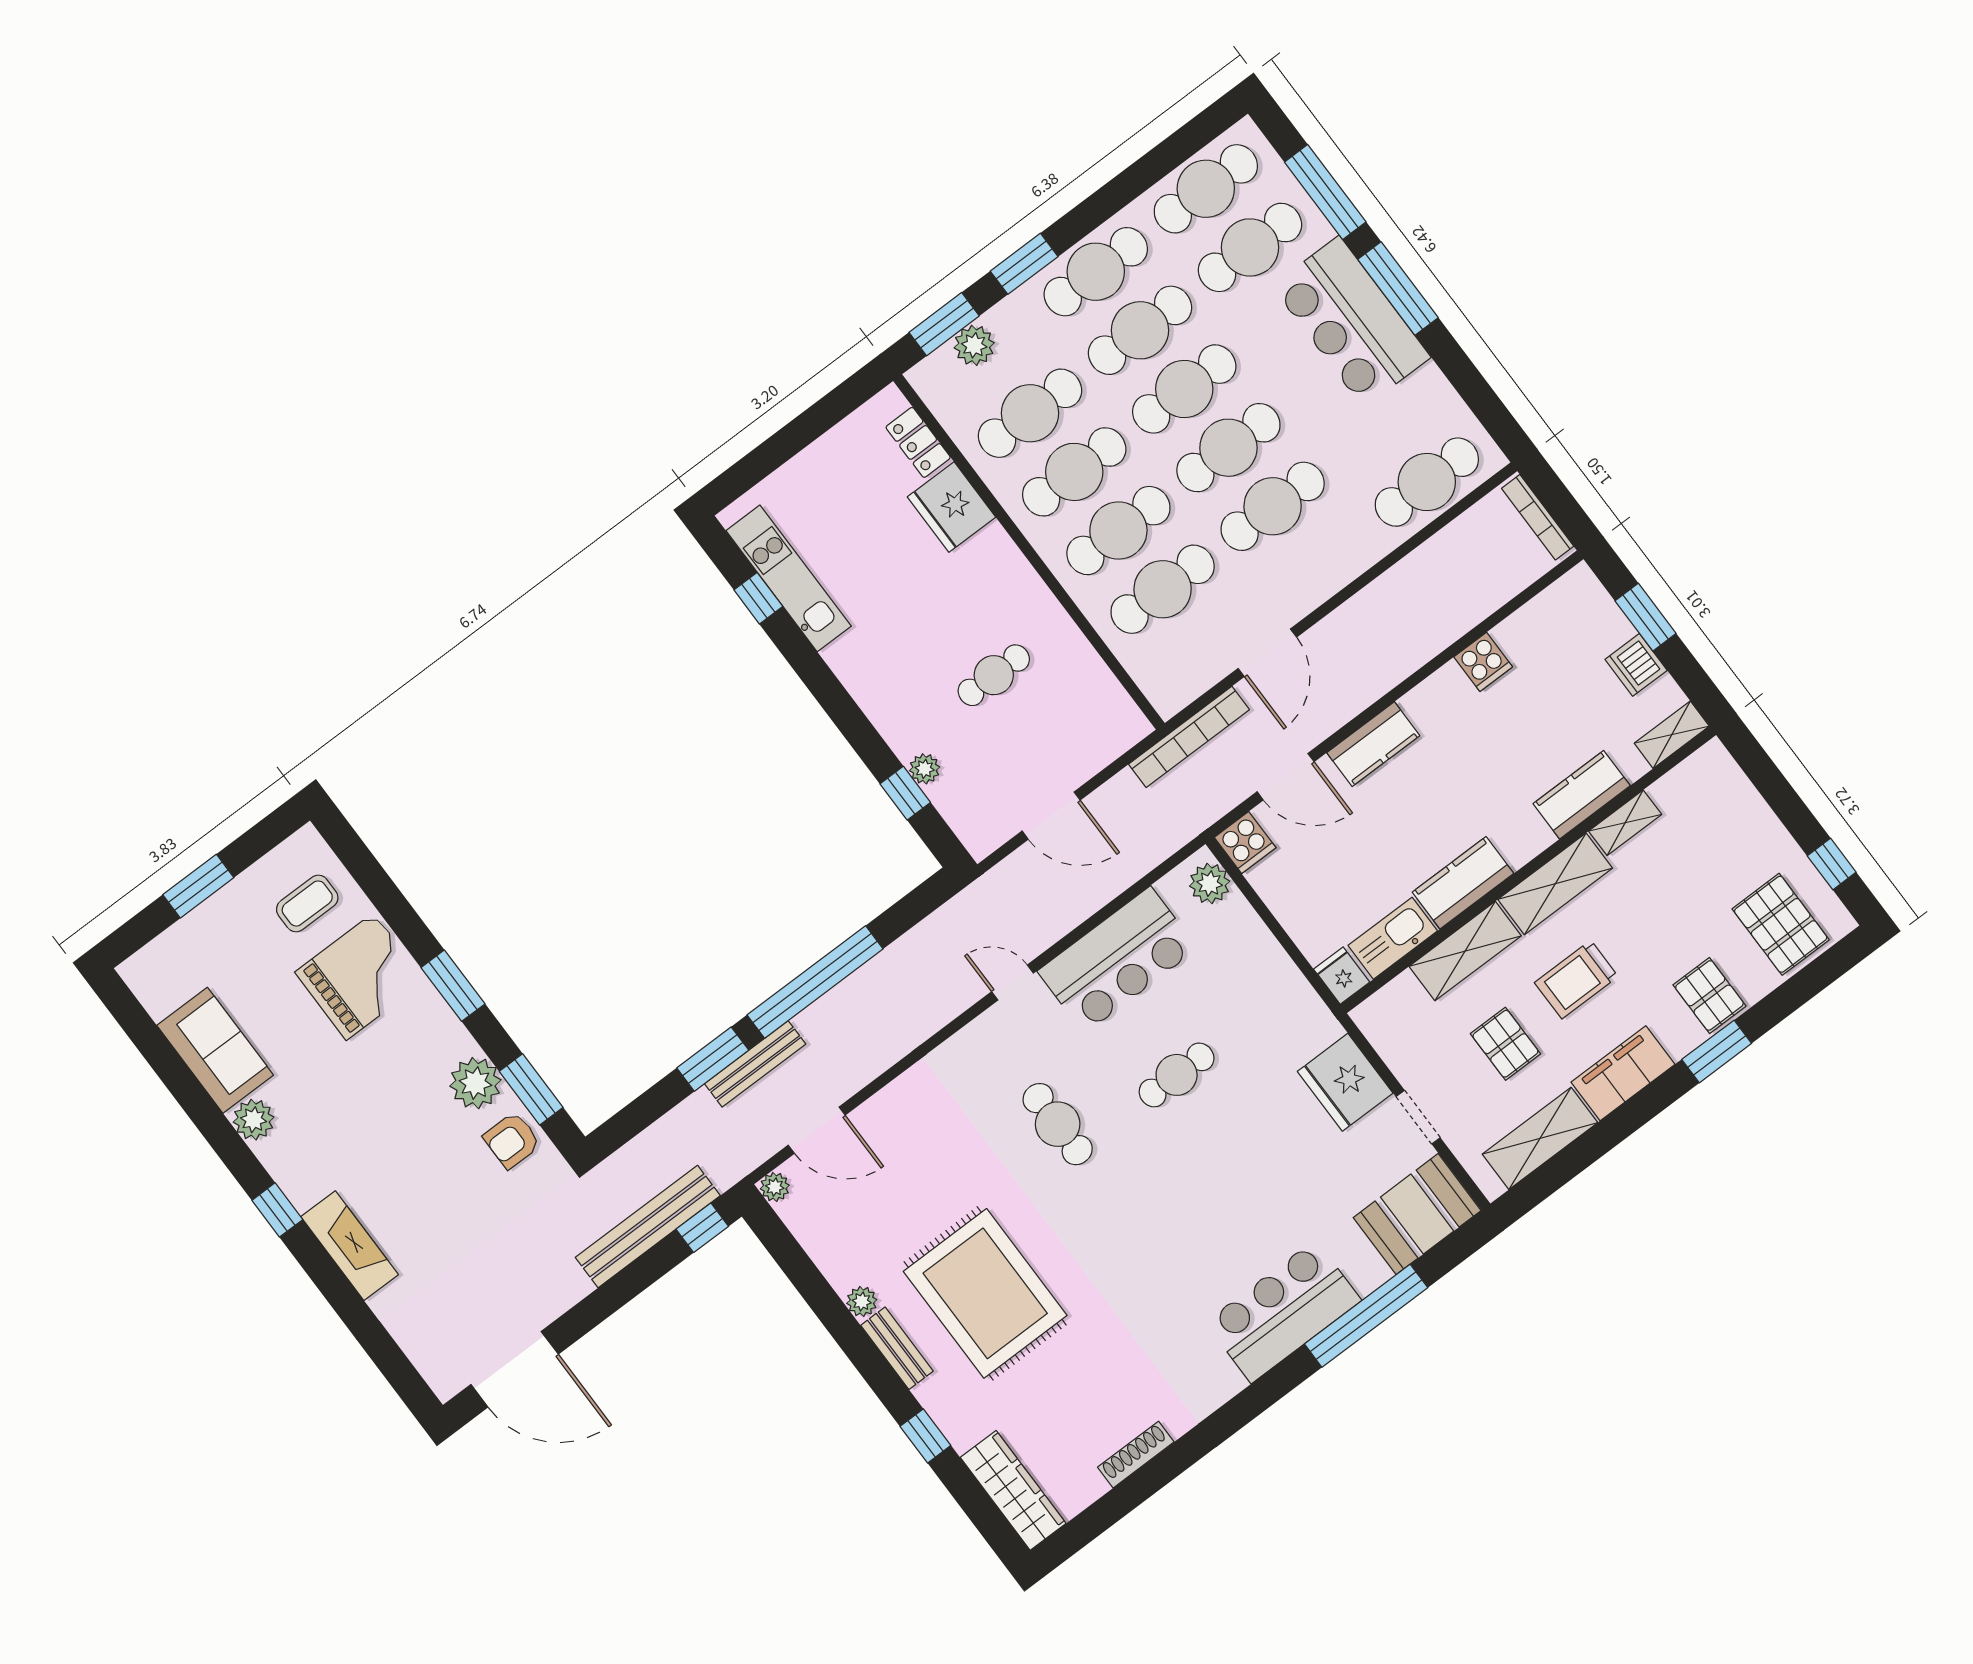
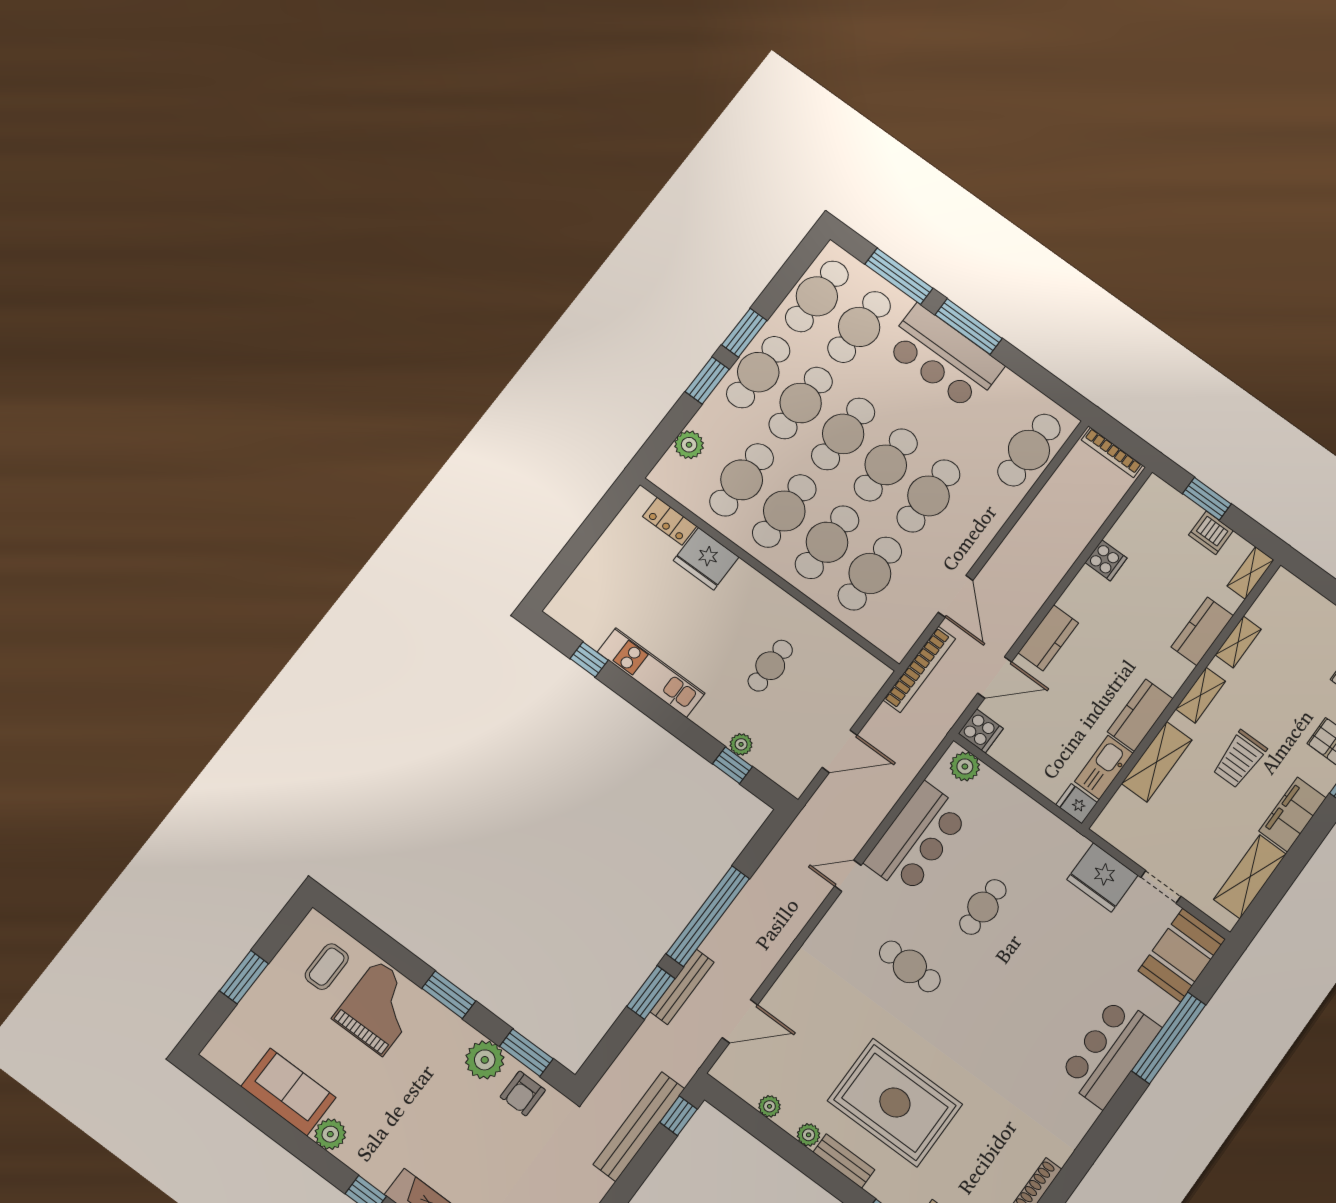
window: (944, 324) -> (744, 333), moved
kitchen unit: (789, 578) -> (651, 673), moved
shelving: (1555, 884) -> (1201, 695), width x0.67, depth x0.75
pallet: (1505, 1044) -> (1205, 818), removed
plant: (775, 1187) -> (769, 1106), moved

